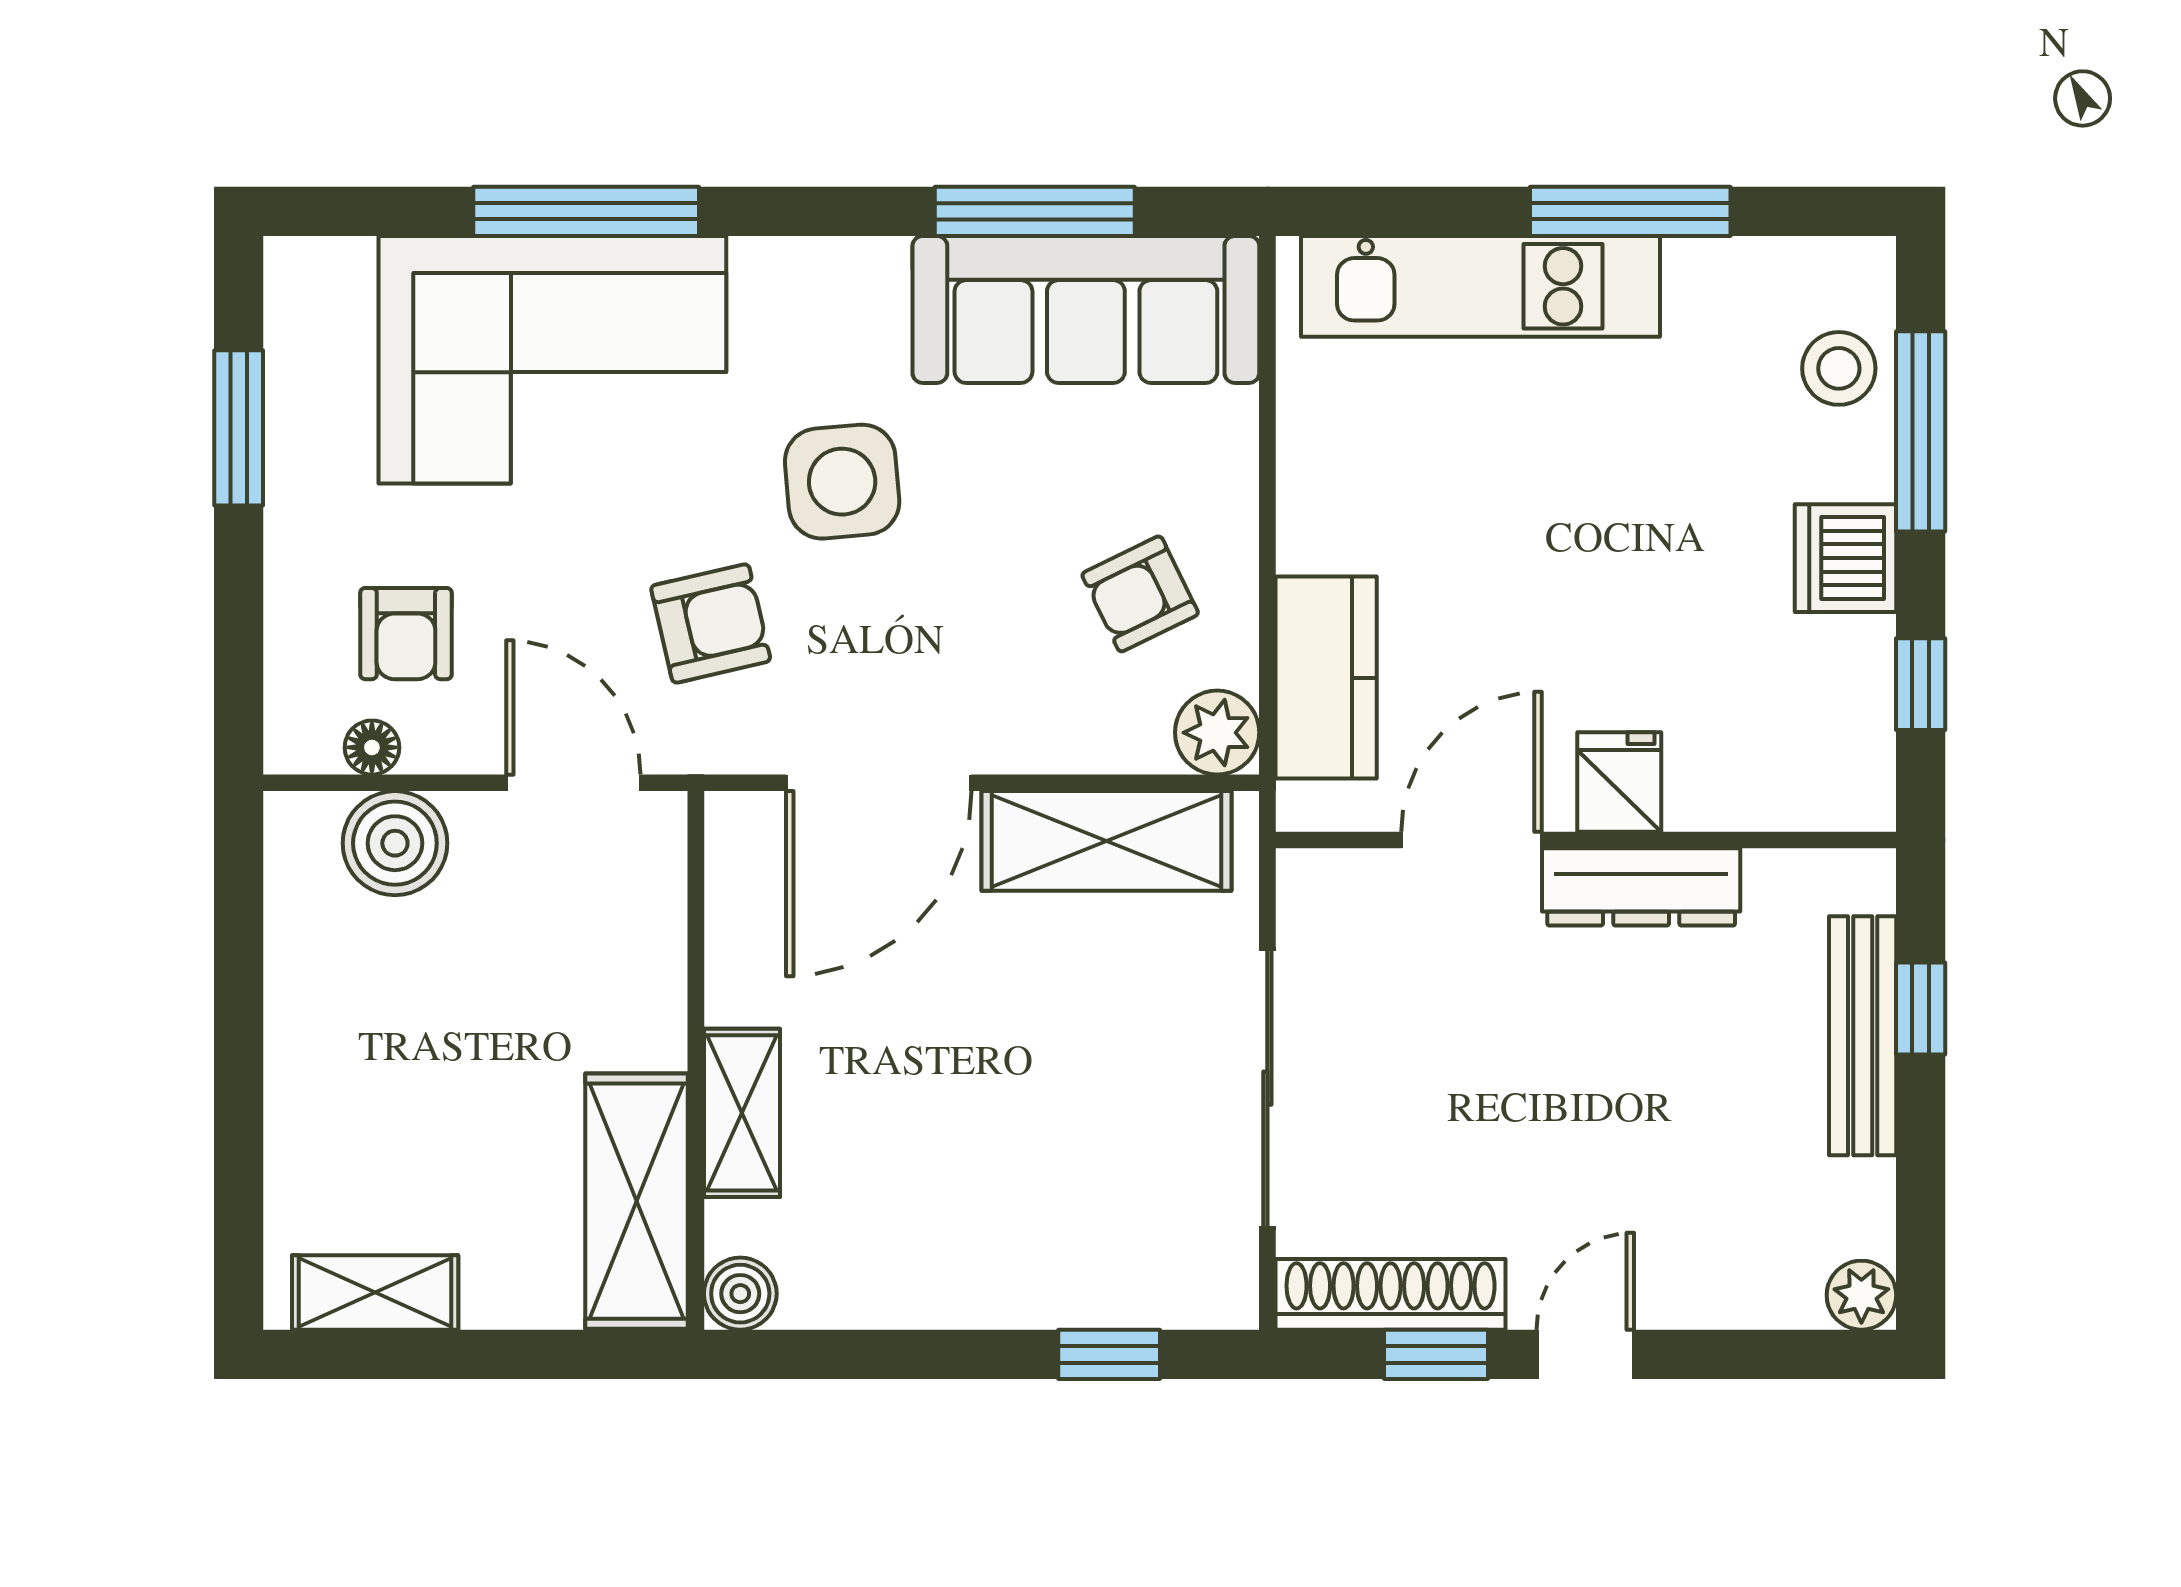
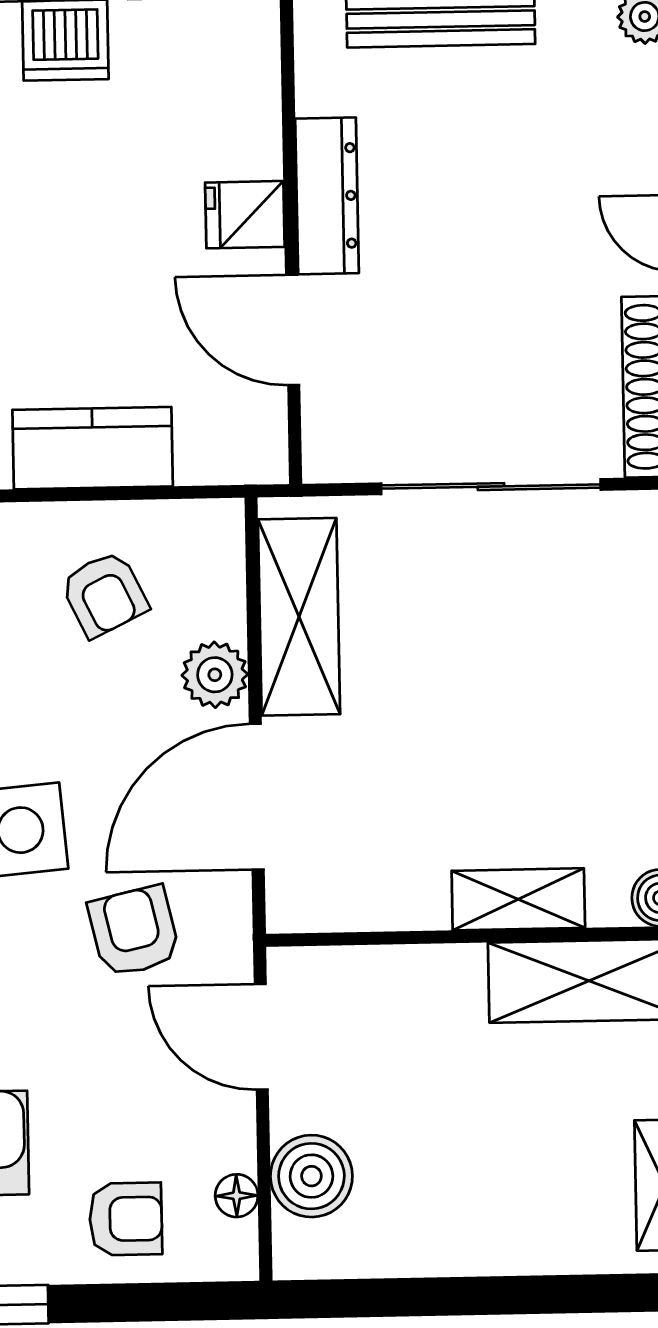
armchair: (406, 634) -> (126, 1219), moved
kitchen counter: (1326, 678) -> (93, 448), moved
plant: (1217, 733) -> (215, 675), moved
door: (573, 783) -> (261, 1037), hinge flipped
door: (879, 783) -> (257, 797), swing flipped

